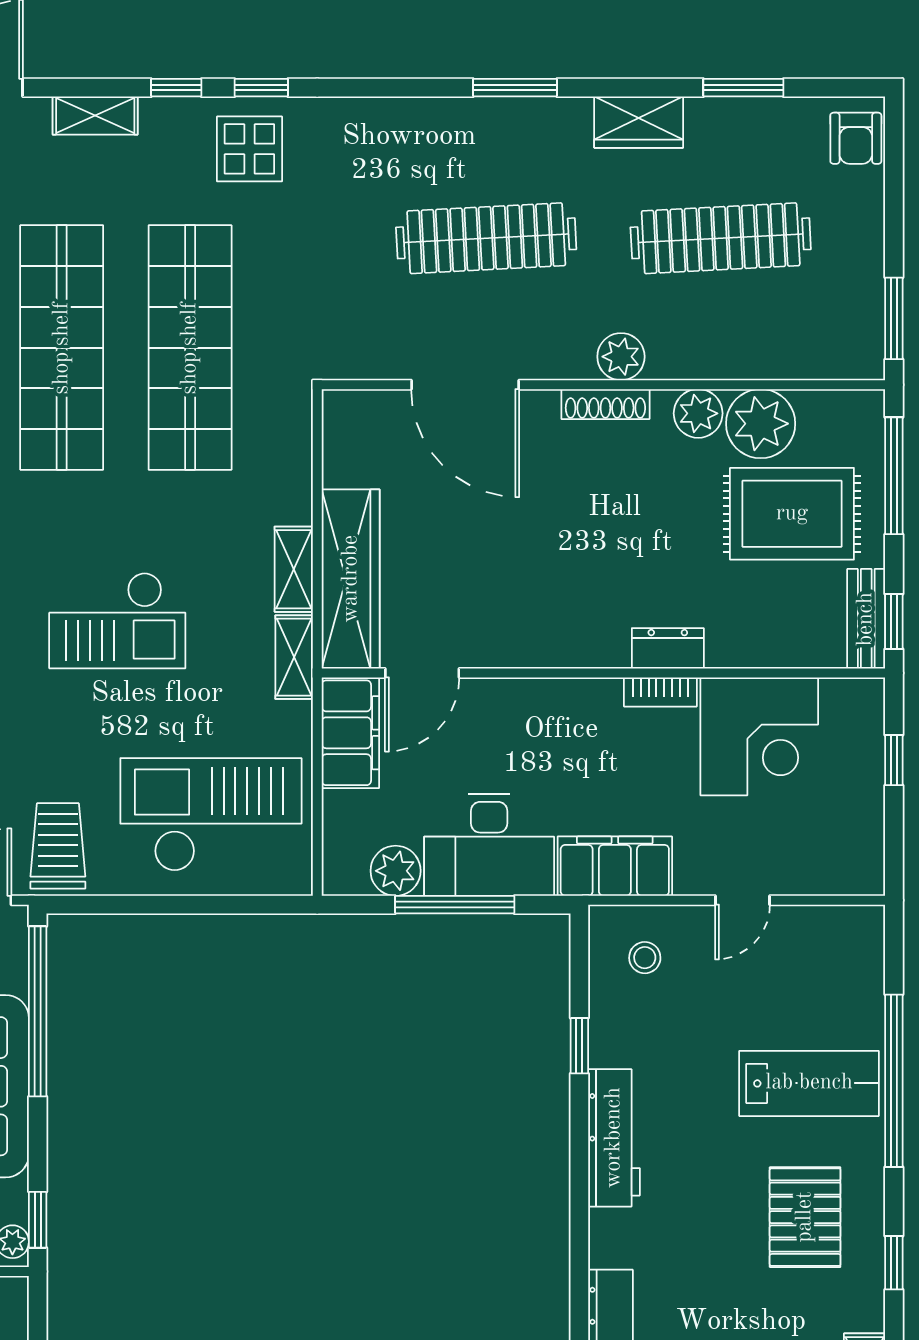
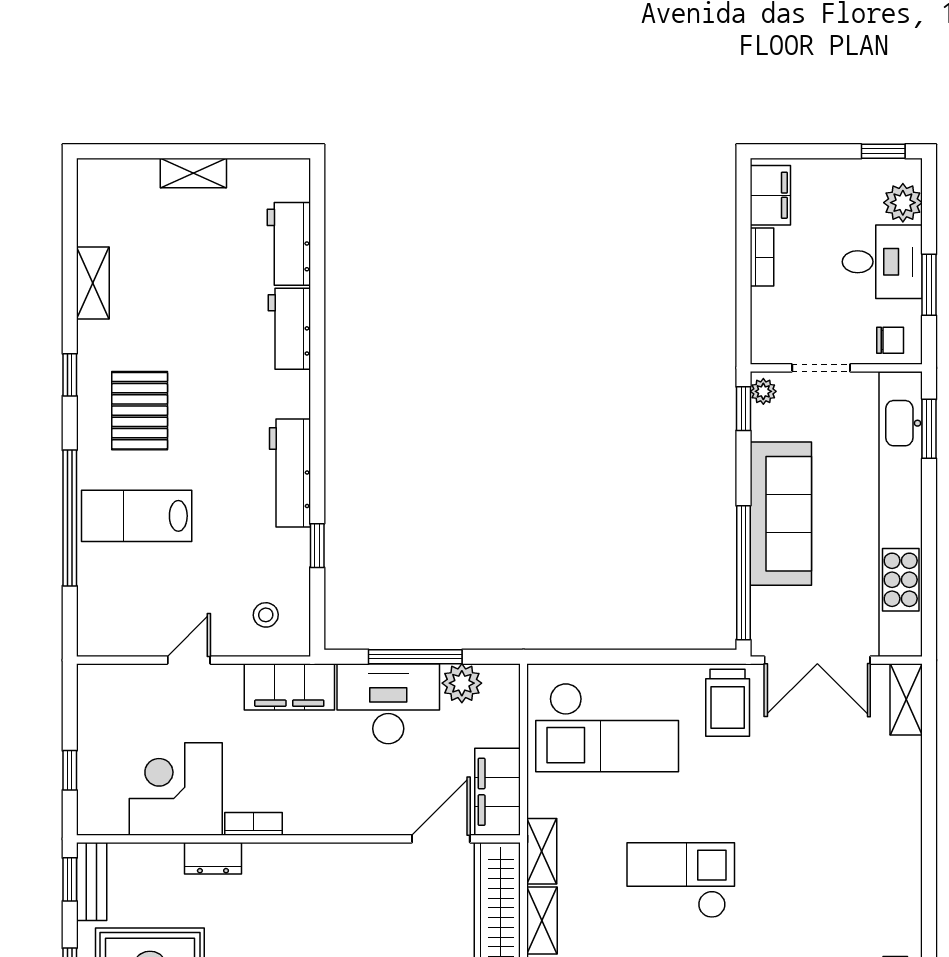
dresser: (668, 648) -> (213, 858), moved

